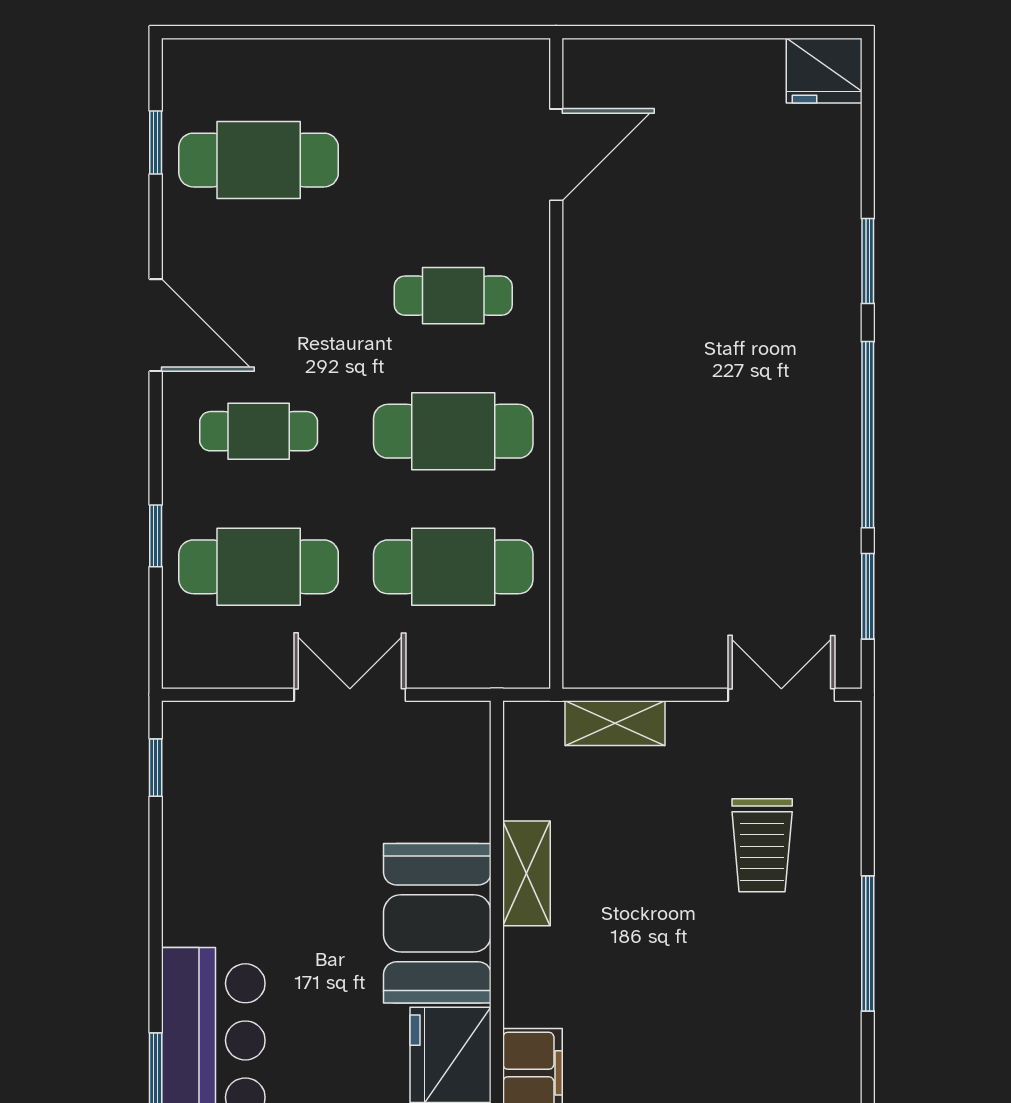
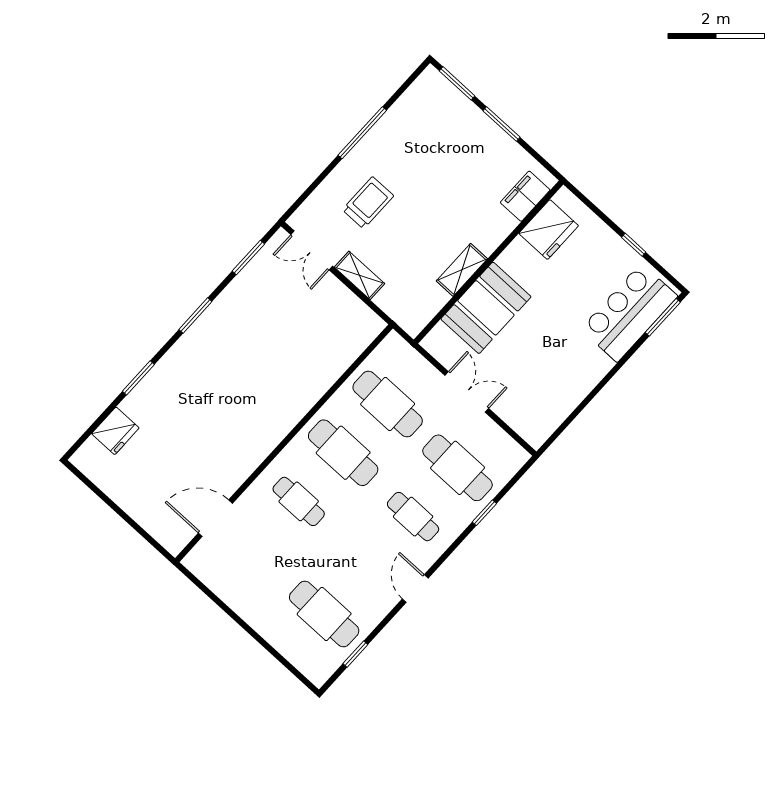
fridge: (824, 71) -> (115, 431), moved, turned 90
door: (156, 325) -> (415, 588), width x0.73
window: (868, 435) -> (195, 316), width x0.47
double door: (350, 695) -> (467, 392), swing flipped
shelving: (615, 723) -> (359, 275), moved
window: (156, 768) -> (560, 430), removed
booth: (437, 923) -> (486, 308), moved

